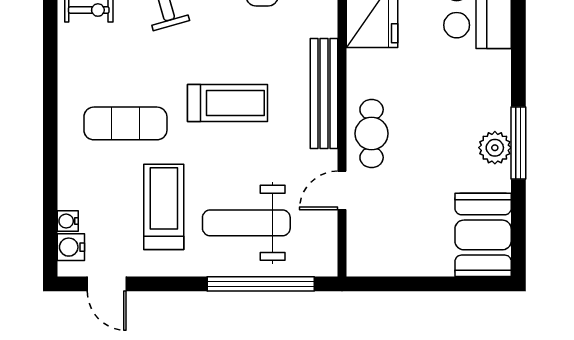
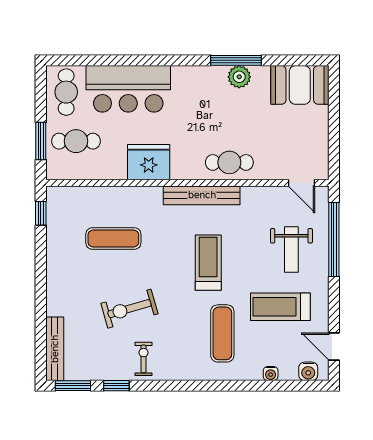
door: (342, 190) -> (302, 183), moved
water cooler: (68, 221) -> (271, 373), moved
weight bench: (246, 223) -> (291, 249), width x0.73, depth x0.75
door: (107, 284) -> (334, 346), swing flipped

